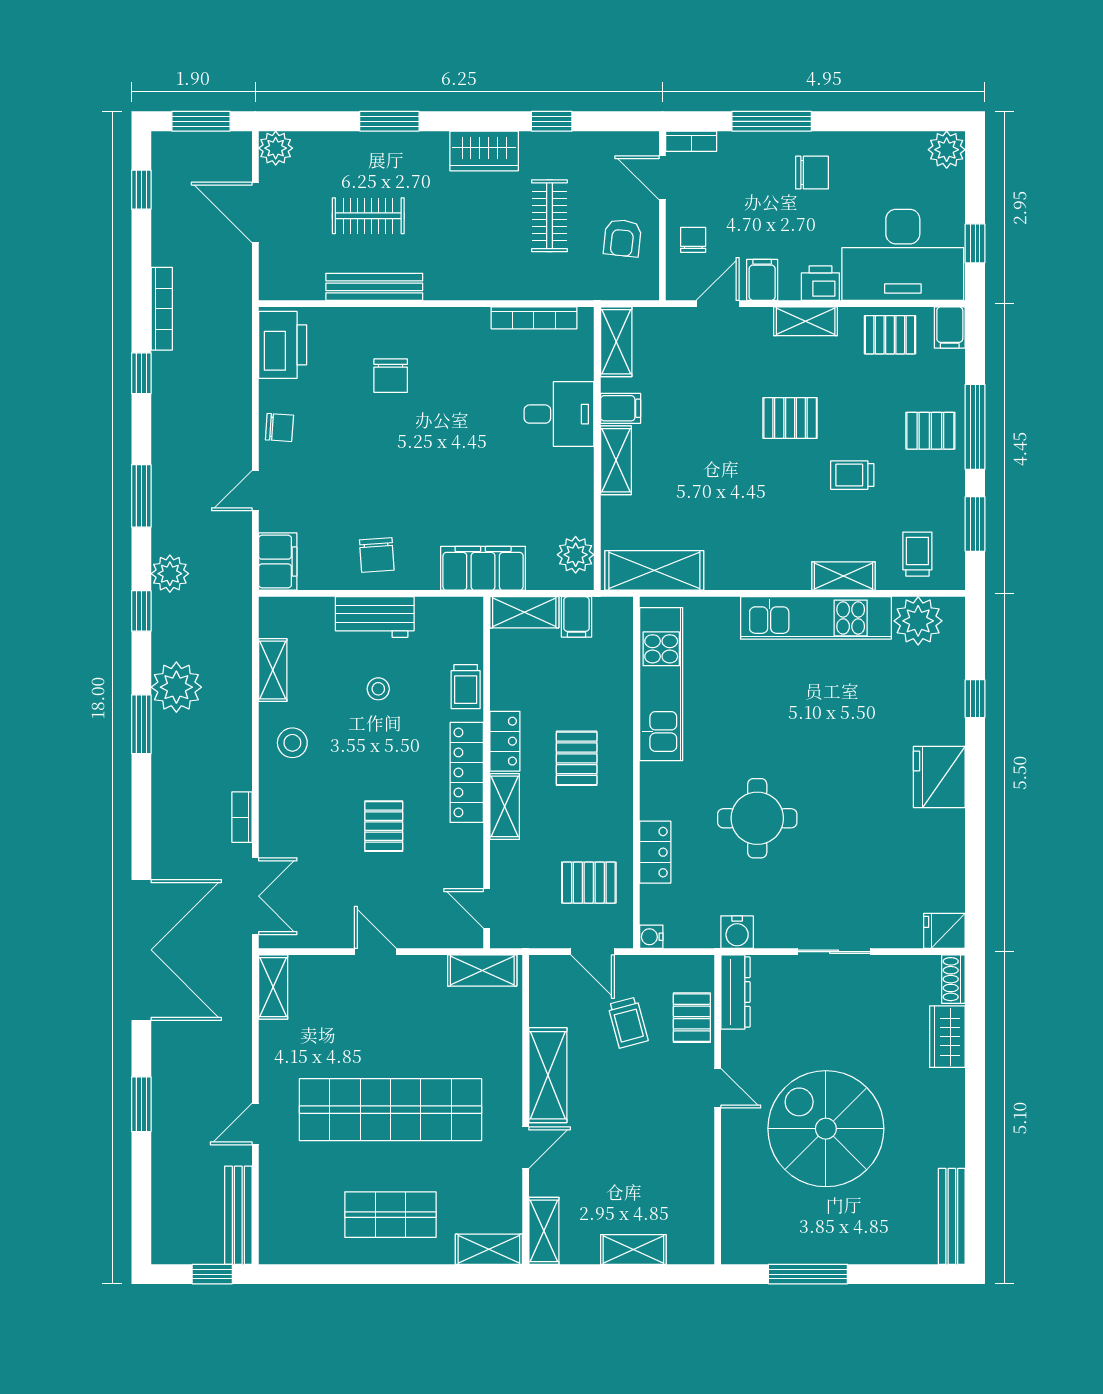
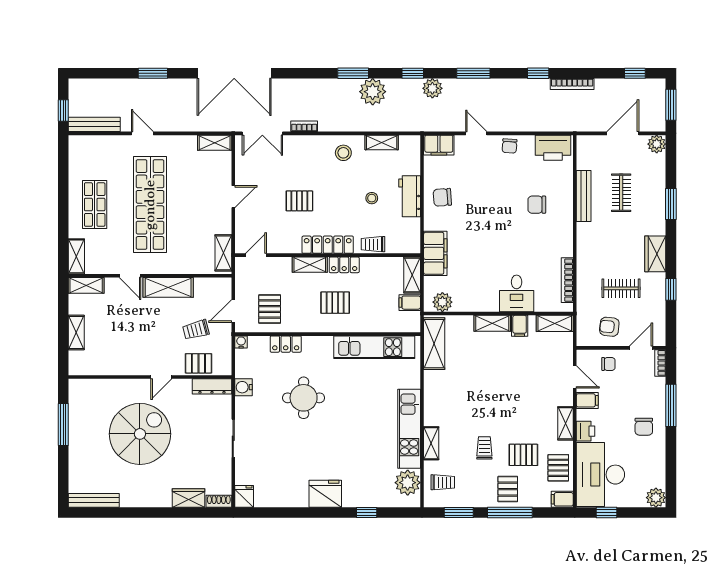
pallet: (790, 418) -> (523, 455), moved, turned 90

